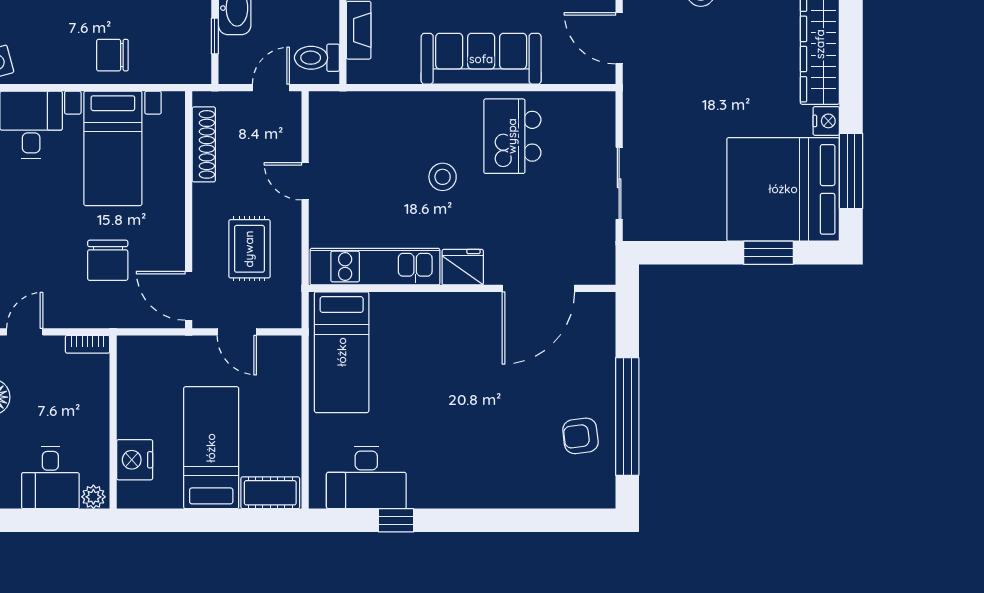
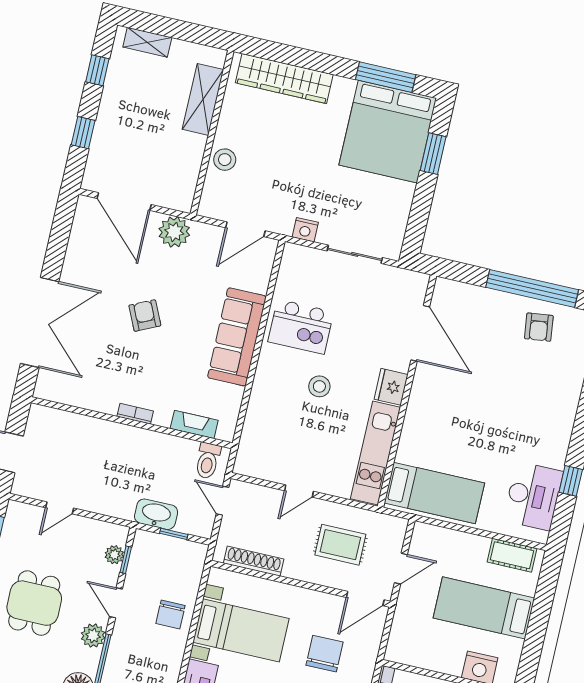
nightstand: (826, 121) -> (305, 230), moved, turned 180
chair: (108, 260) -> (324, 654), turned -90
cot: (270, 493) -> (512, 555), moved, turned 90

